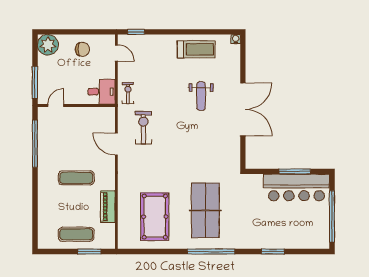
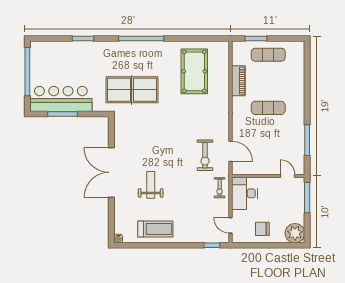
treadmill: (196, 49) -> (155, 229), turned 180
desk: (102, 92) -> (244, 193), width x1.37
door: (56, 106) -> (287, 176), swing flipped
window: (35, 144) -> (307, 140), width x0.68
door: (116, 144) -> (231, 151), moved
table tennis table: (205, 210) -> (132, 90), moved, turned 90

